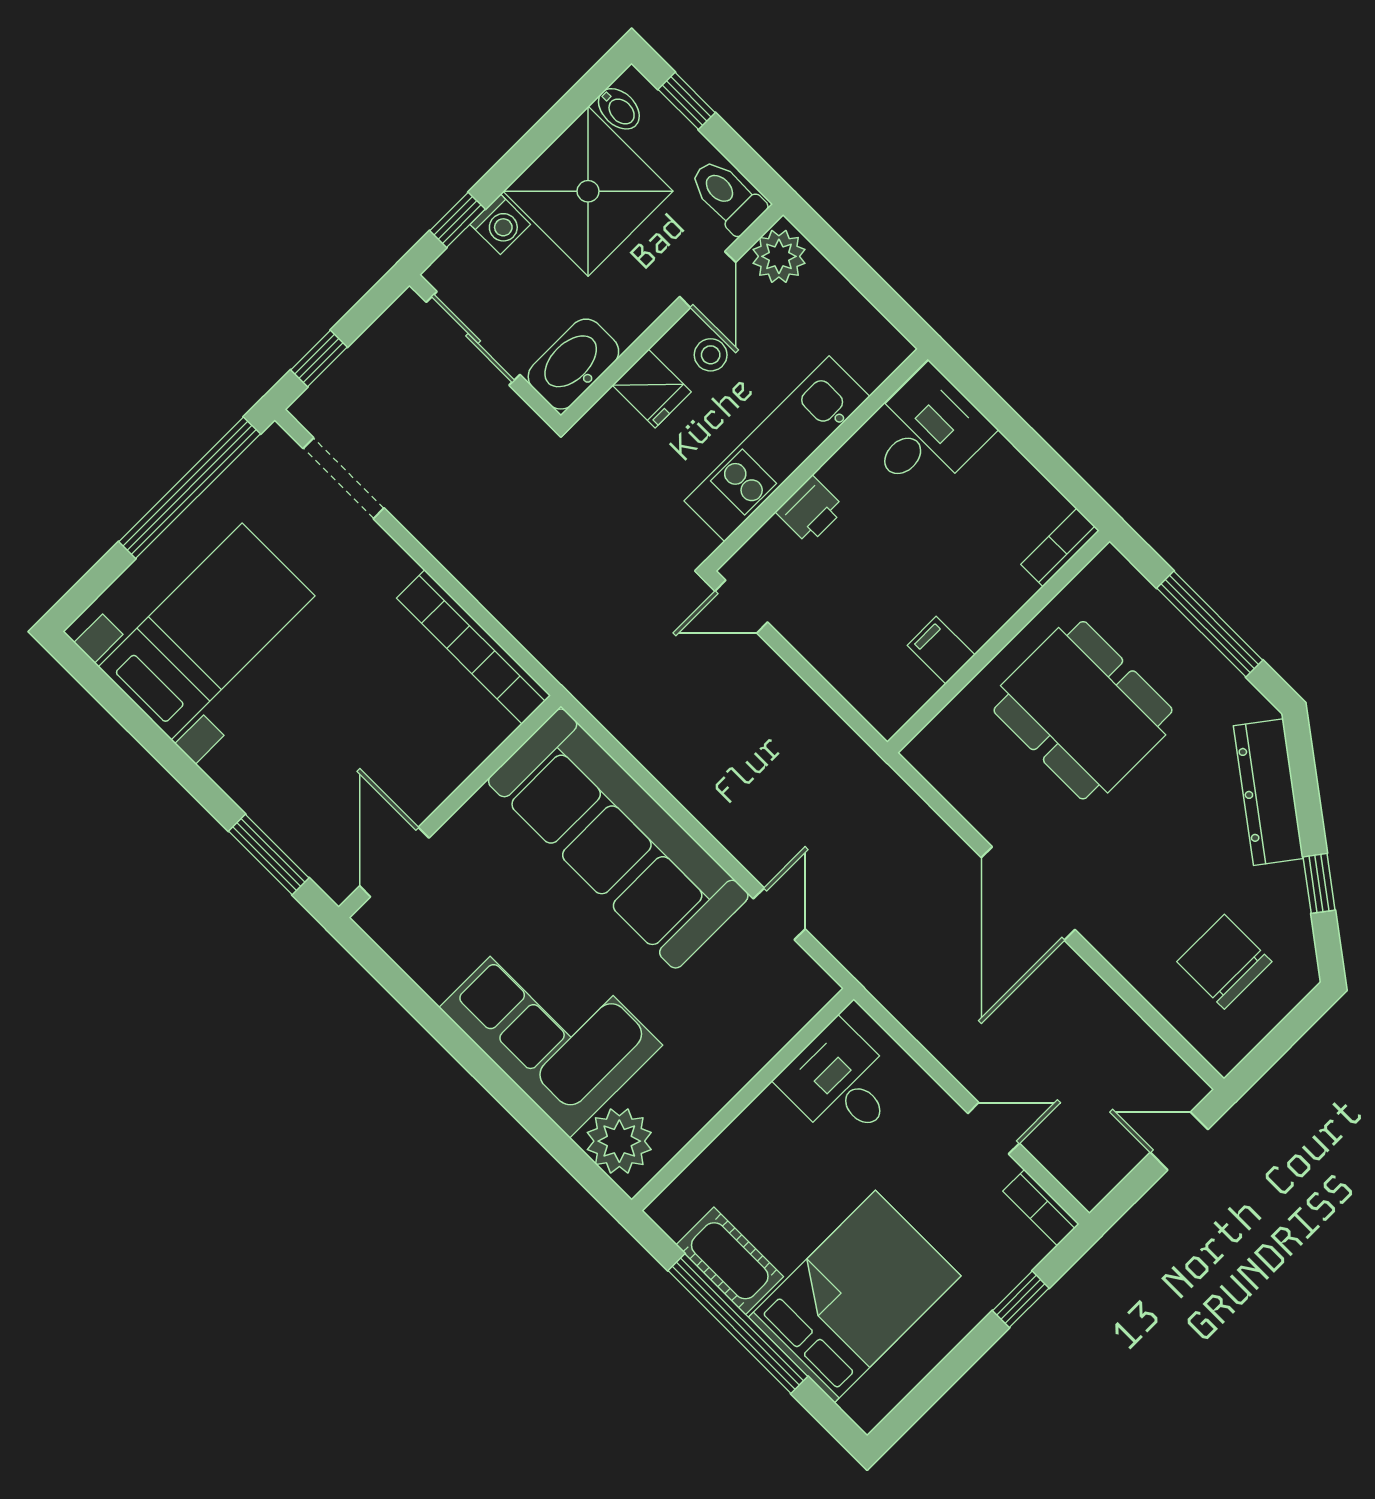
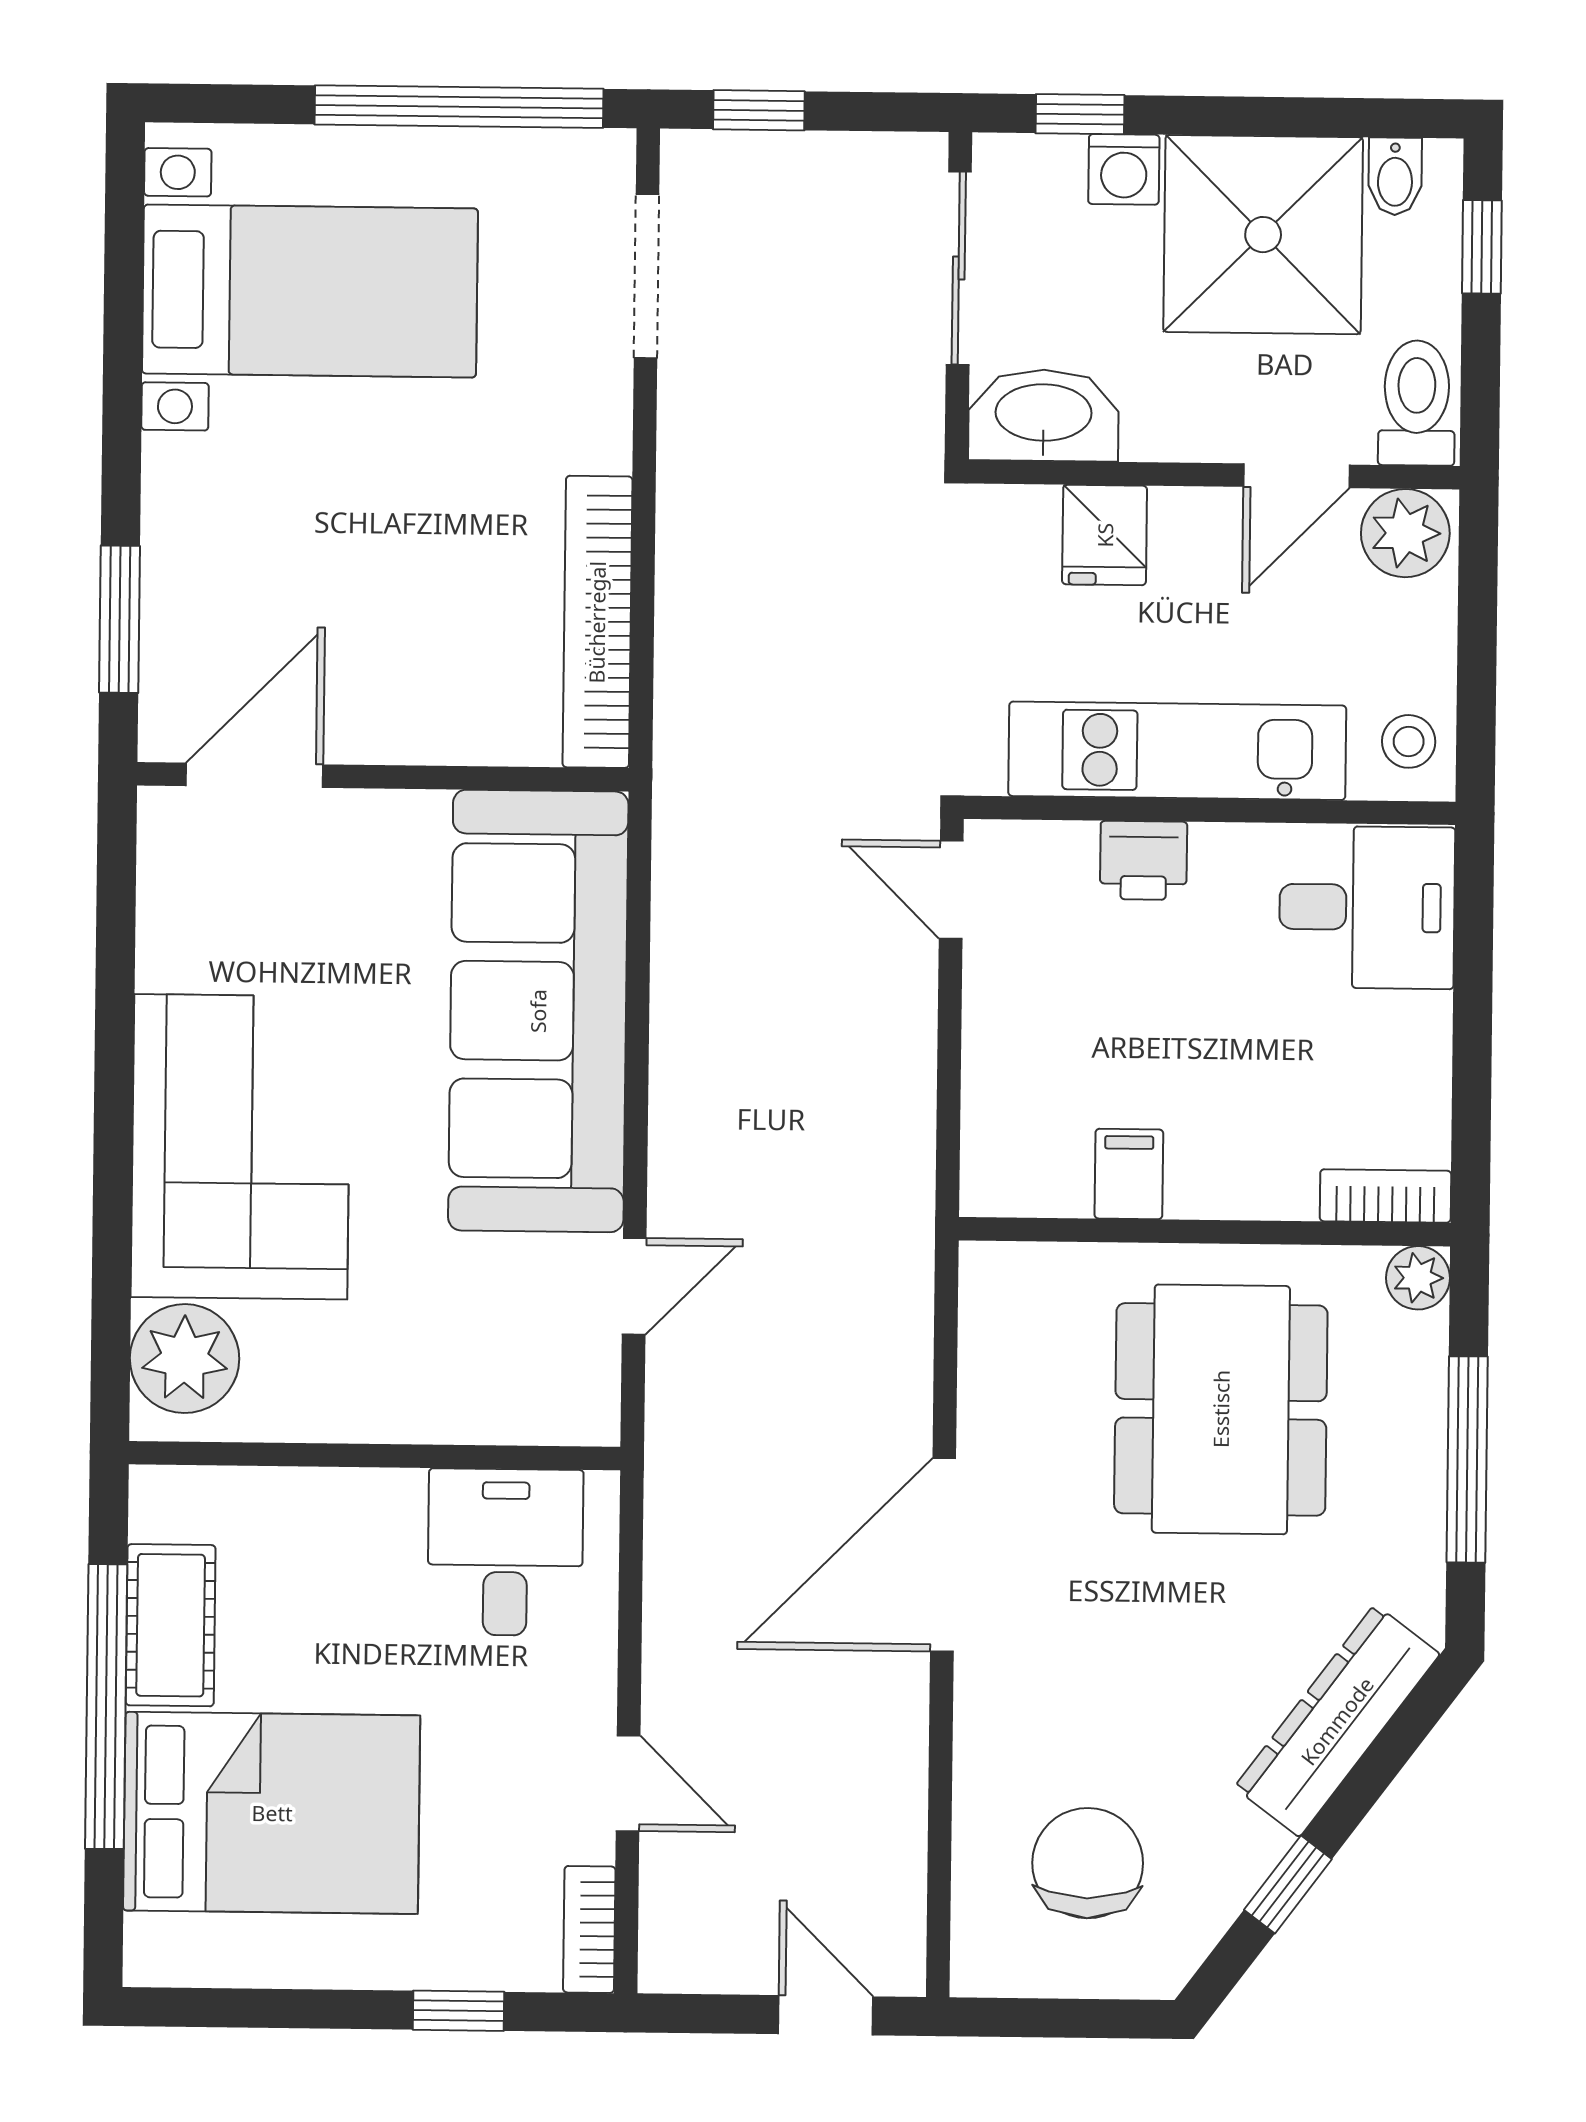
stool: (711, 355) -> (1409, 741), moved
plant: (1110, 568) -> (1418, 1278), added

